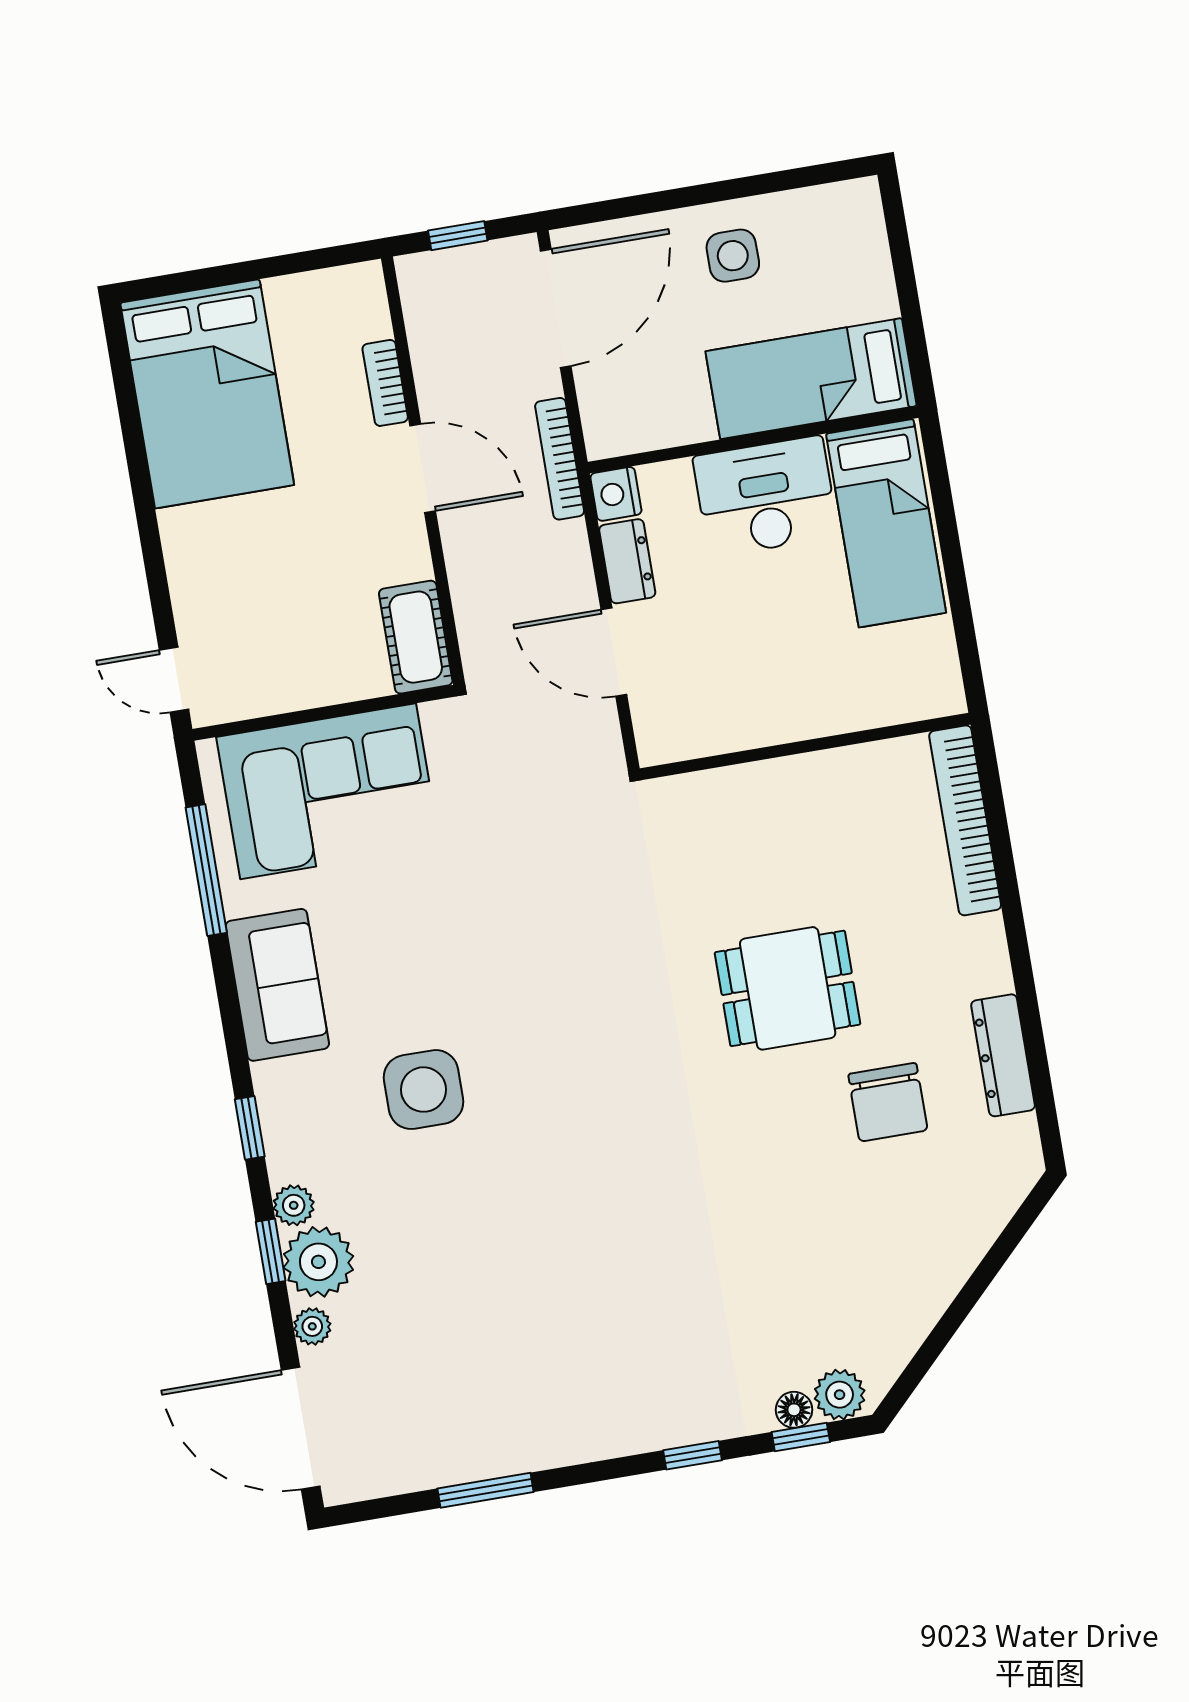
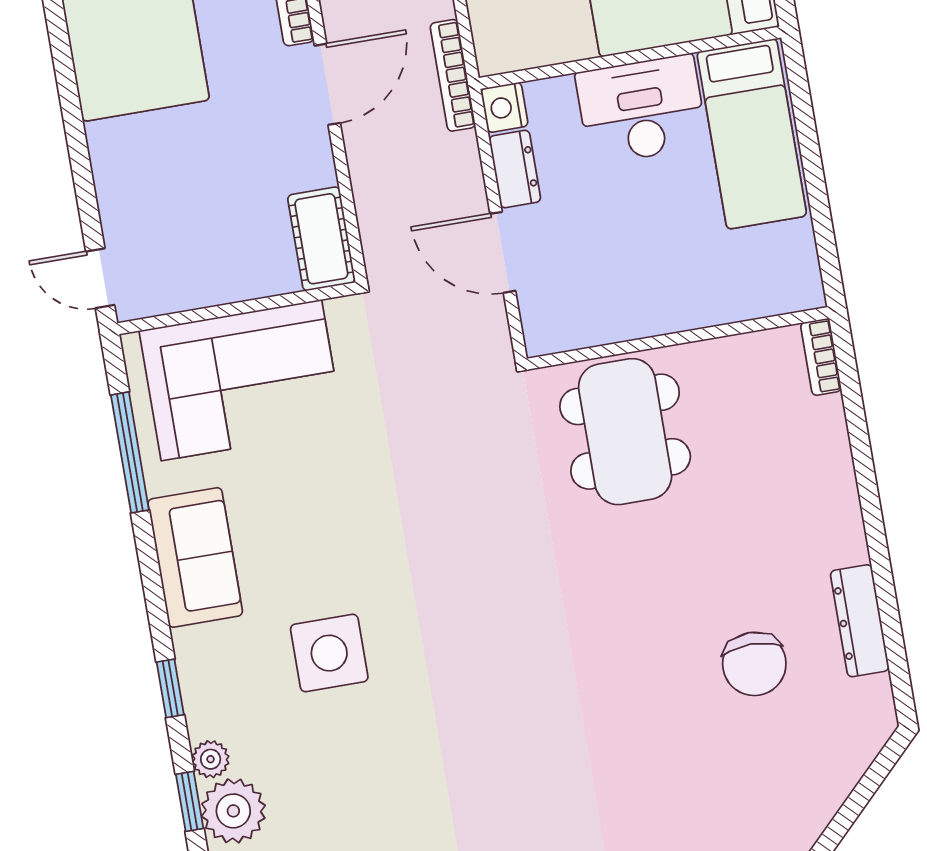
door: (423, 468) -> (327, 84), hinge flipped
bookcase: (965, 820) -> (821, 357), width x0.43, depth x0.76
dining table: (788, 988) -> (625, 432), moved, width x1.38

